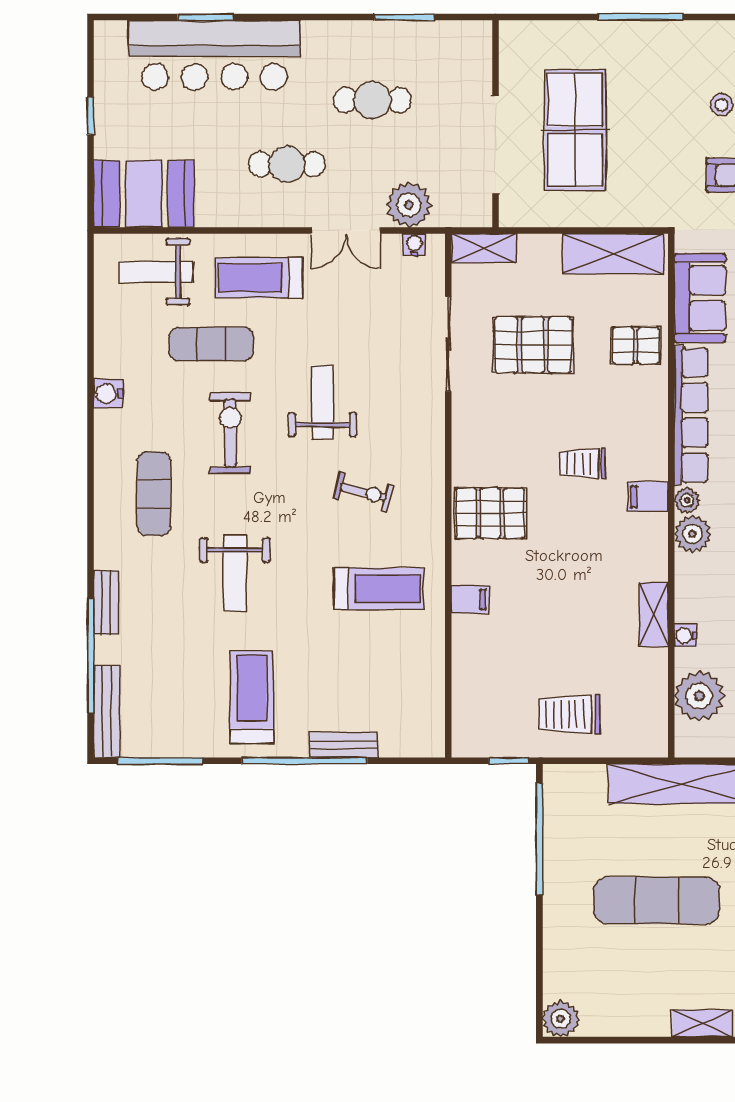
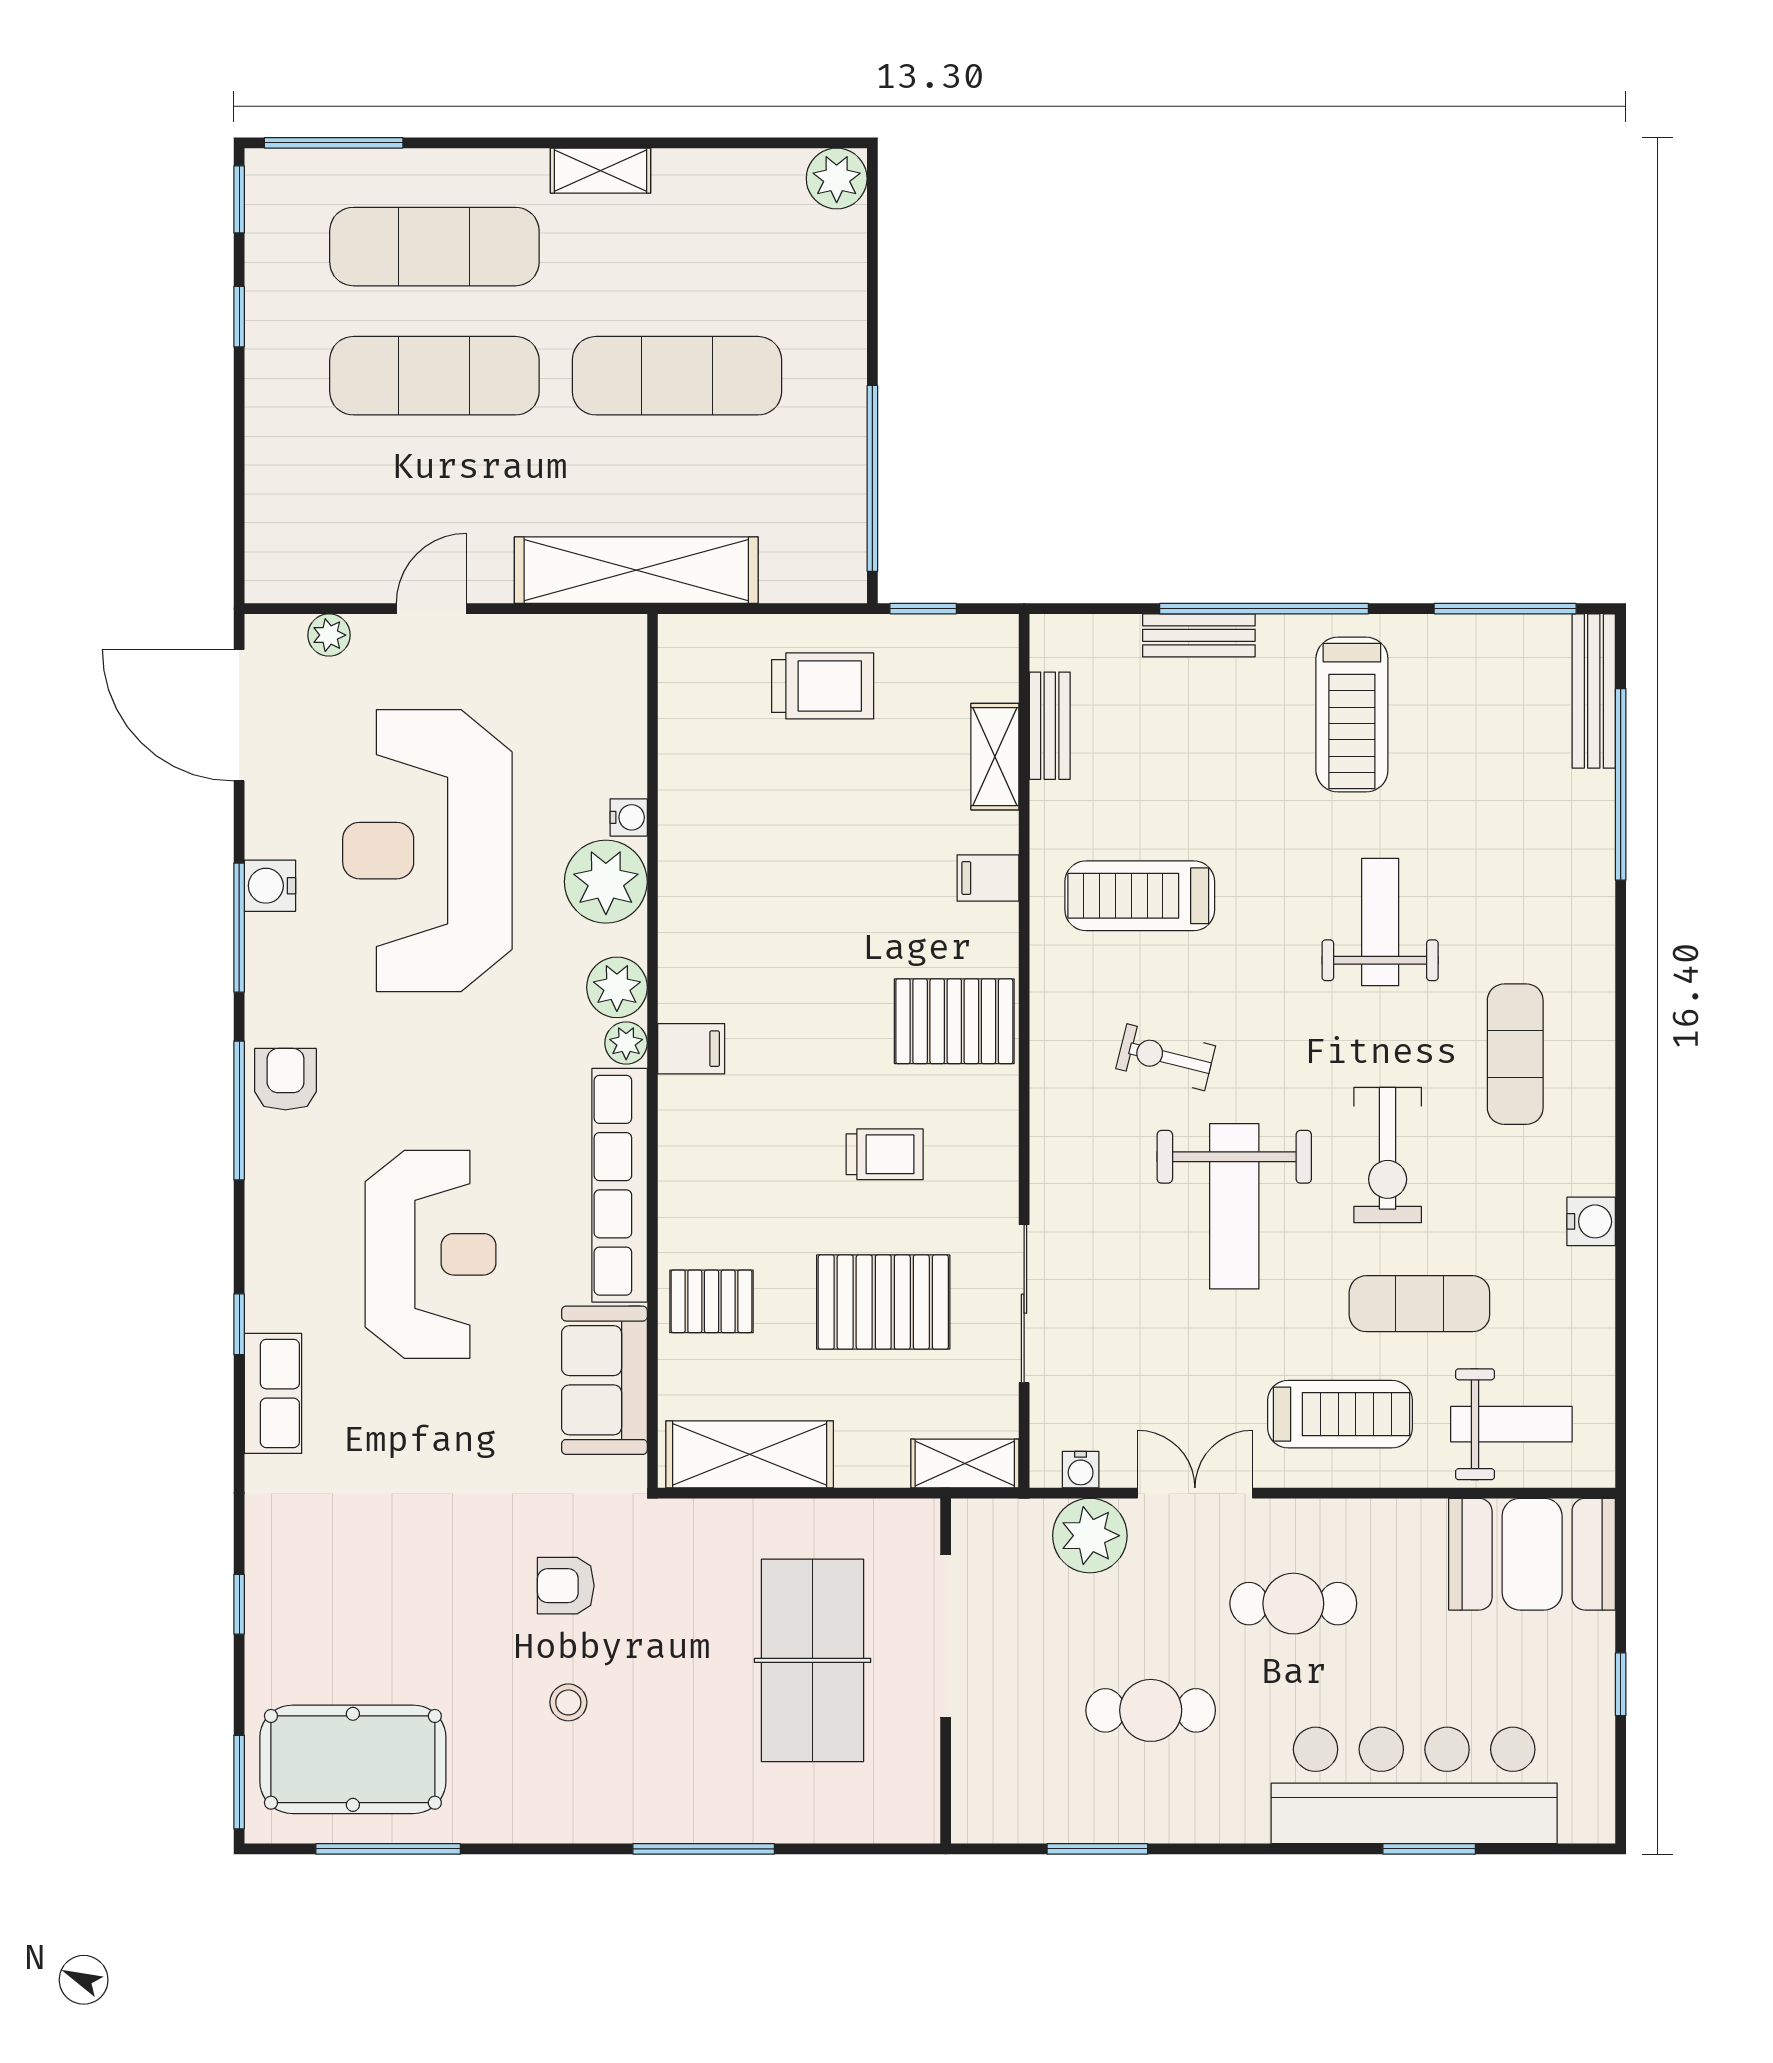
weight bench: (322, 402) -> (1234, 1206), width x1.36, depth x1.33
trolley: (582, 464) -> (885, 1154), moved
bench: (106, 602) -> (1050, 726), moved
shelving: (654, 614) -> (995, 757), moved
plant: (699, 696) -> (606, 882), moved

